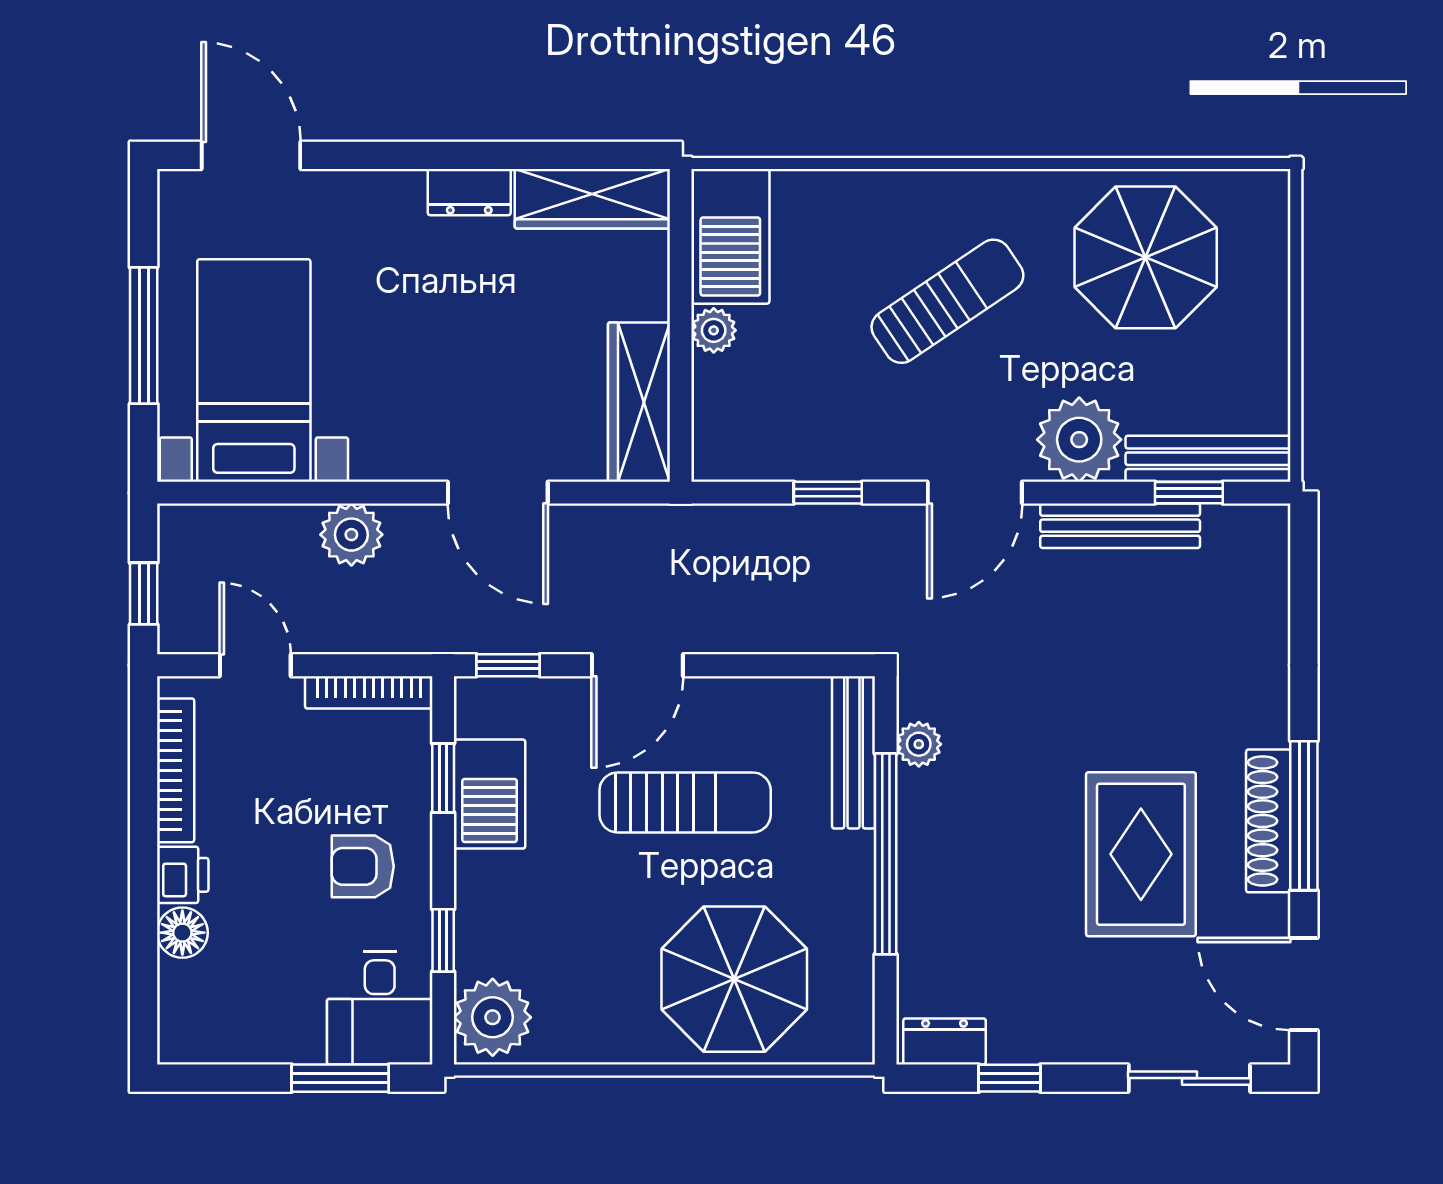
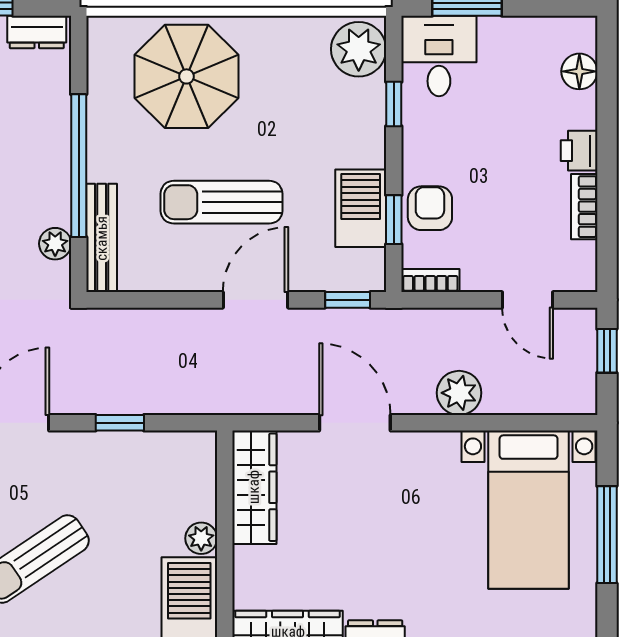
bookcase: (369, 692) -> (430, 281), width x0.64
bookcase: (176, 770) -> (584, 207), width x0.64
armchair: (363, 866) -> (430, 208), moved, turned -90
floor lamp: (182, 933) -> (579, 71), moved

